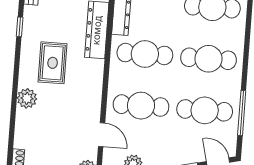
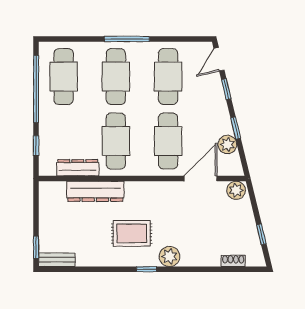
window: (20, 27) -> (146, 269), moved
window: (242, 113) -> (127, 39), moved
door: (102, 135) -> (200, 179), width x1.38

